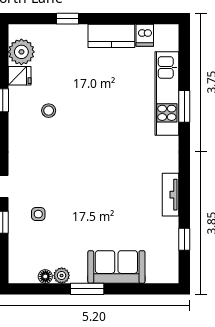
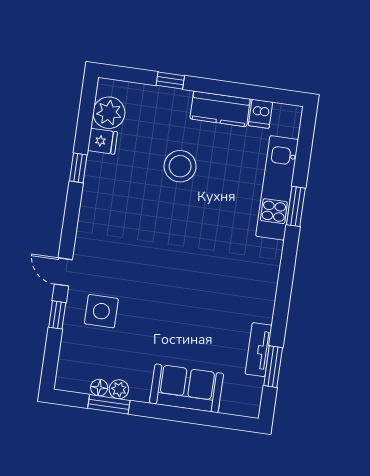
stool: (49, 111) -> (180, 166), moved, width x1.89, depth x1.89
tv unit: (171, 195) -> (259, 350), moved
side table: (38, 214) -> (101, 311), width x1.87, depth x1.87
window: (184, 239) -> (273, 367), width x1.50
window: (87, 289) -> (109, 404), moved

